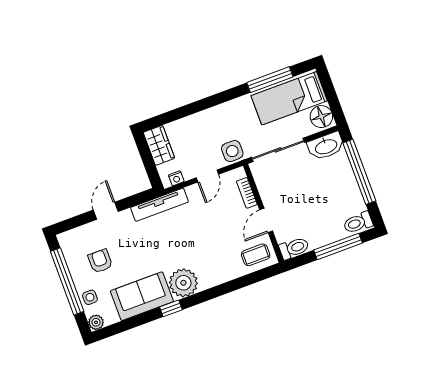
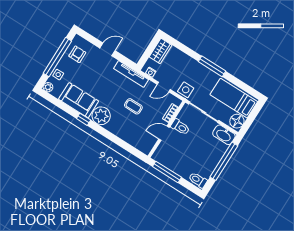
window: (270, 80) -> (212, 66), moved
window: (338, 247) -> (167, 172), moved
toilet: (294, 248) -> (180, 127), moved
coffee table: (256, 255) -> (133, 106), moved
armchair: (100, 261) -> (77, 54), moved

